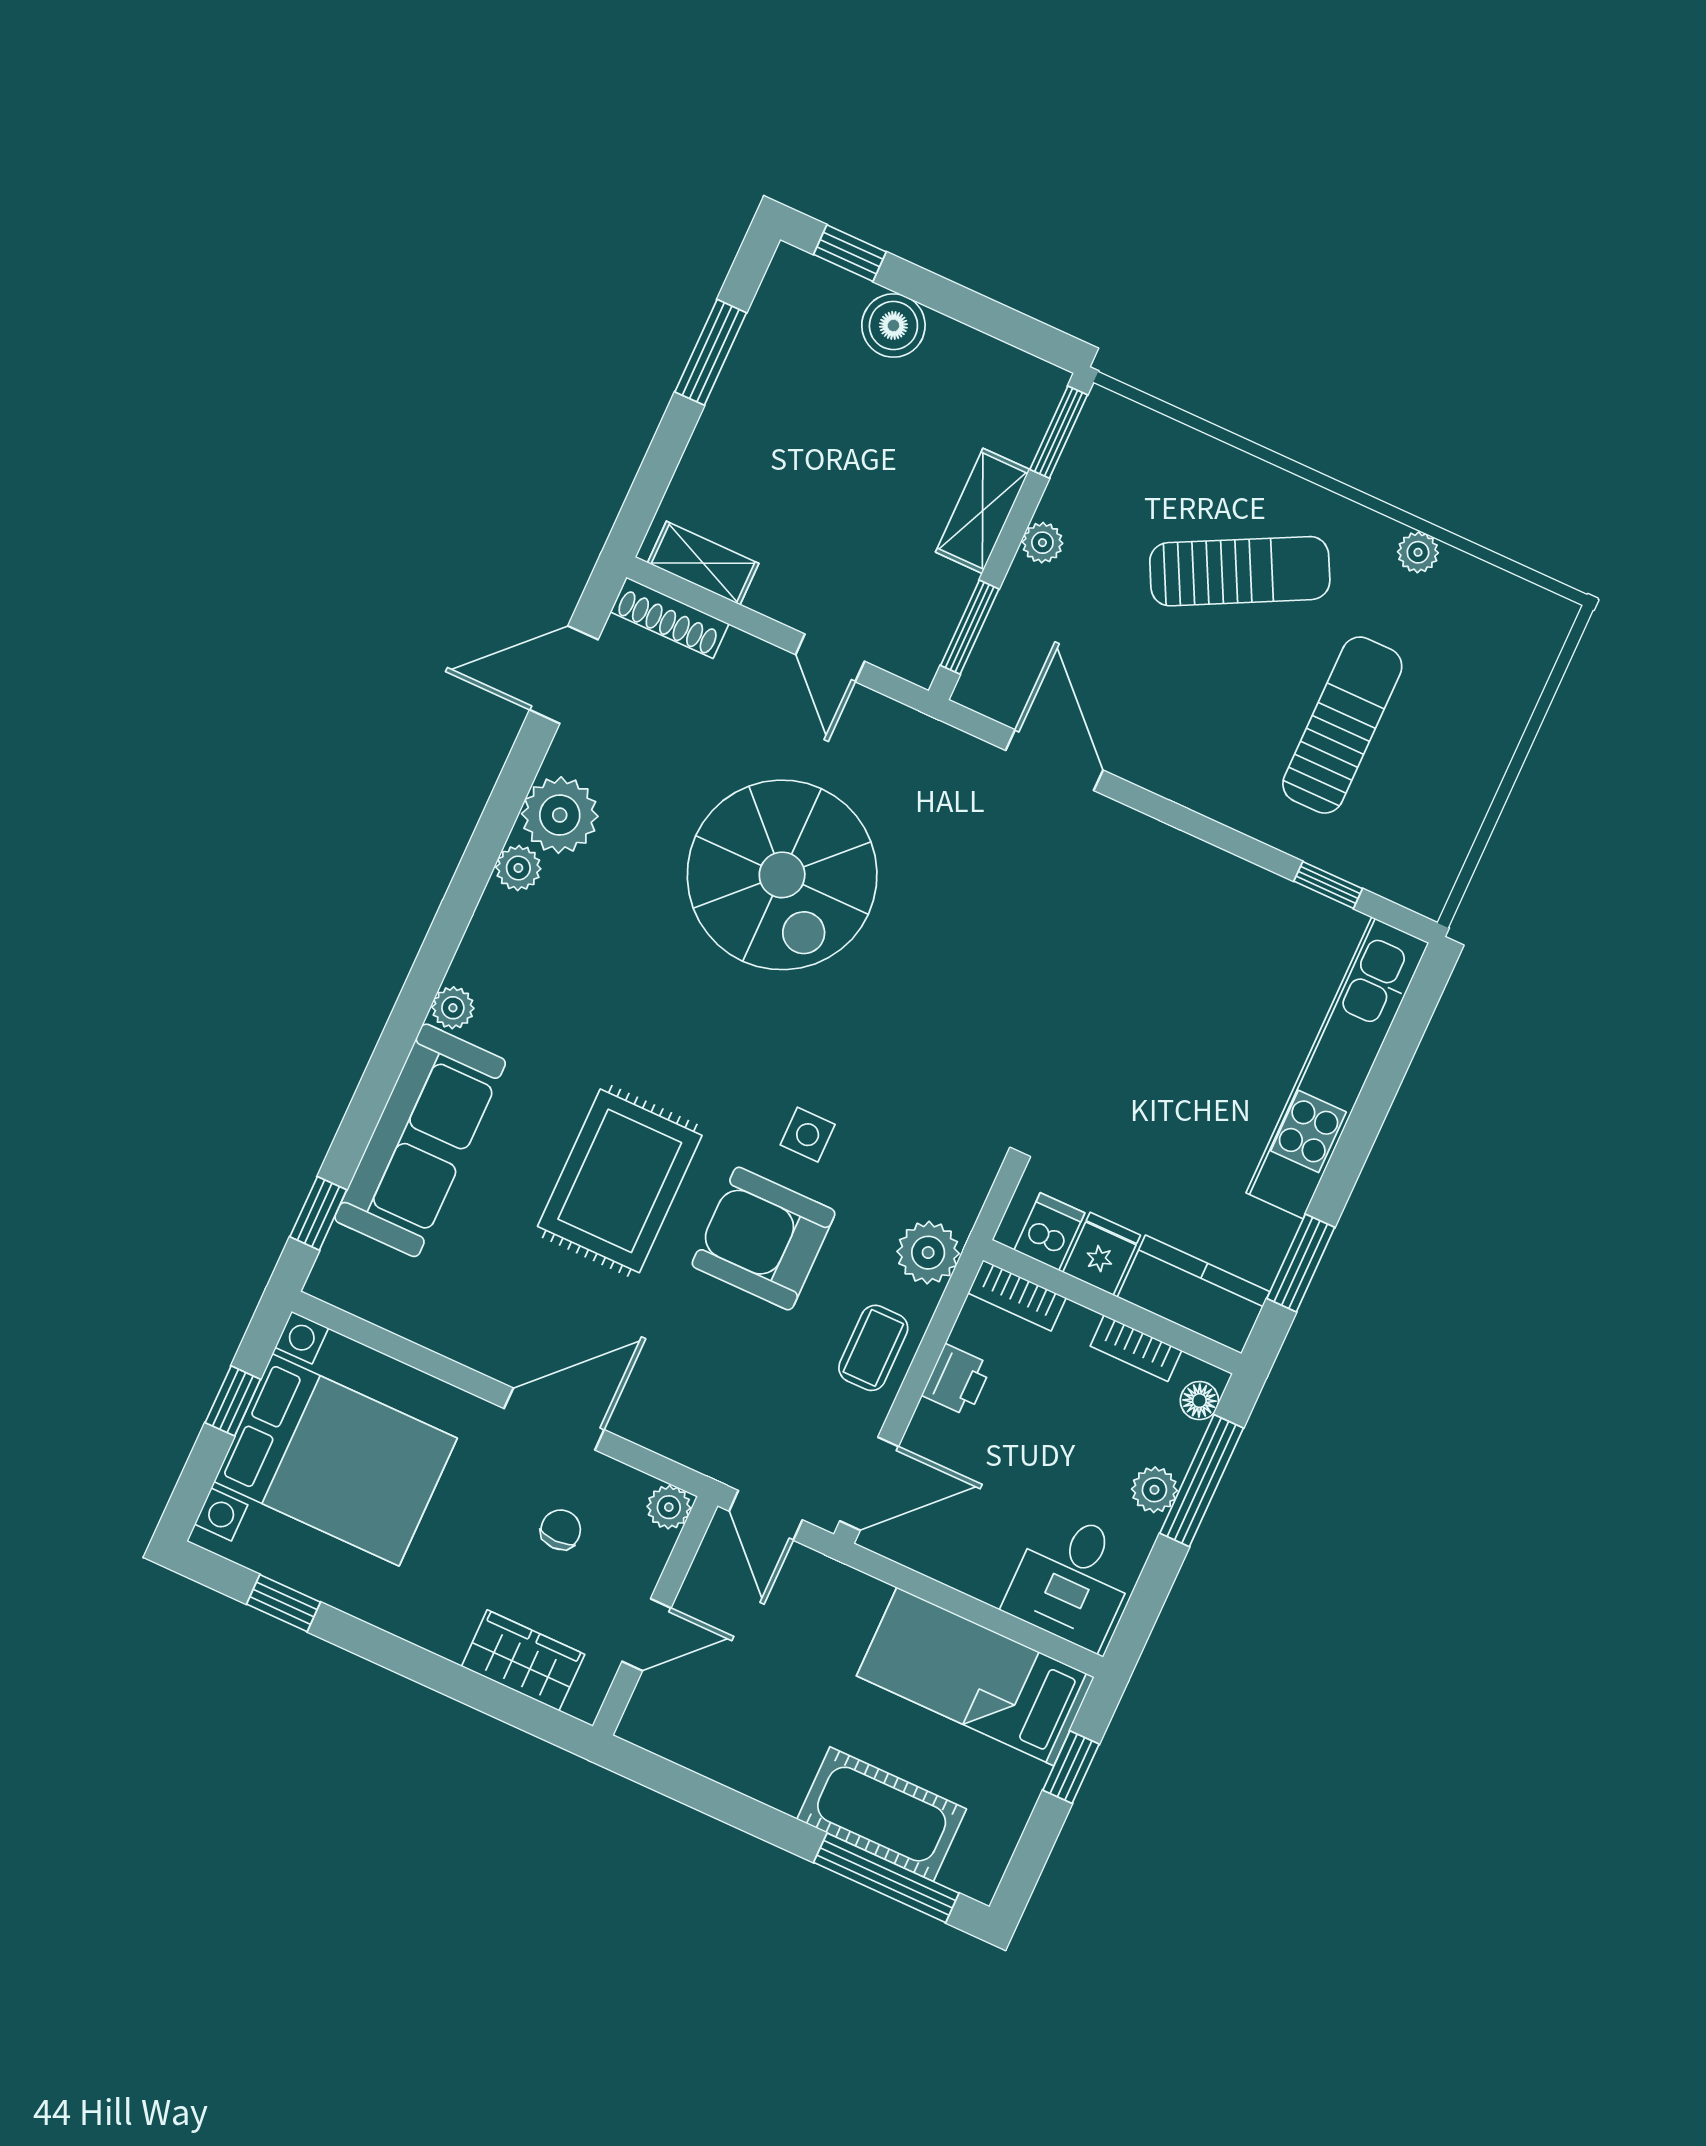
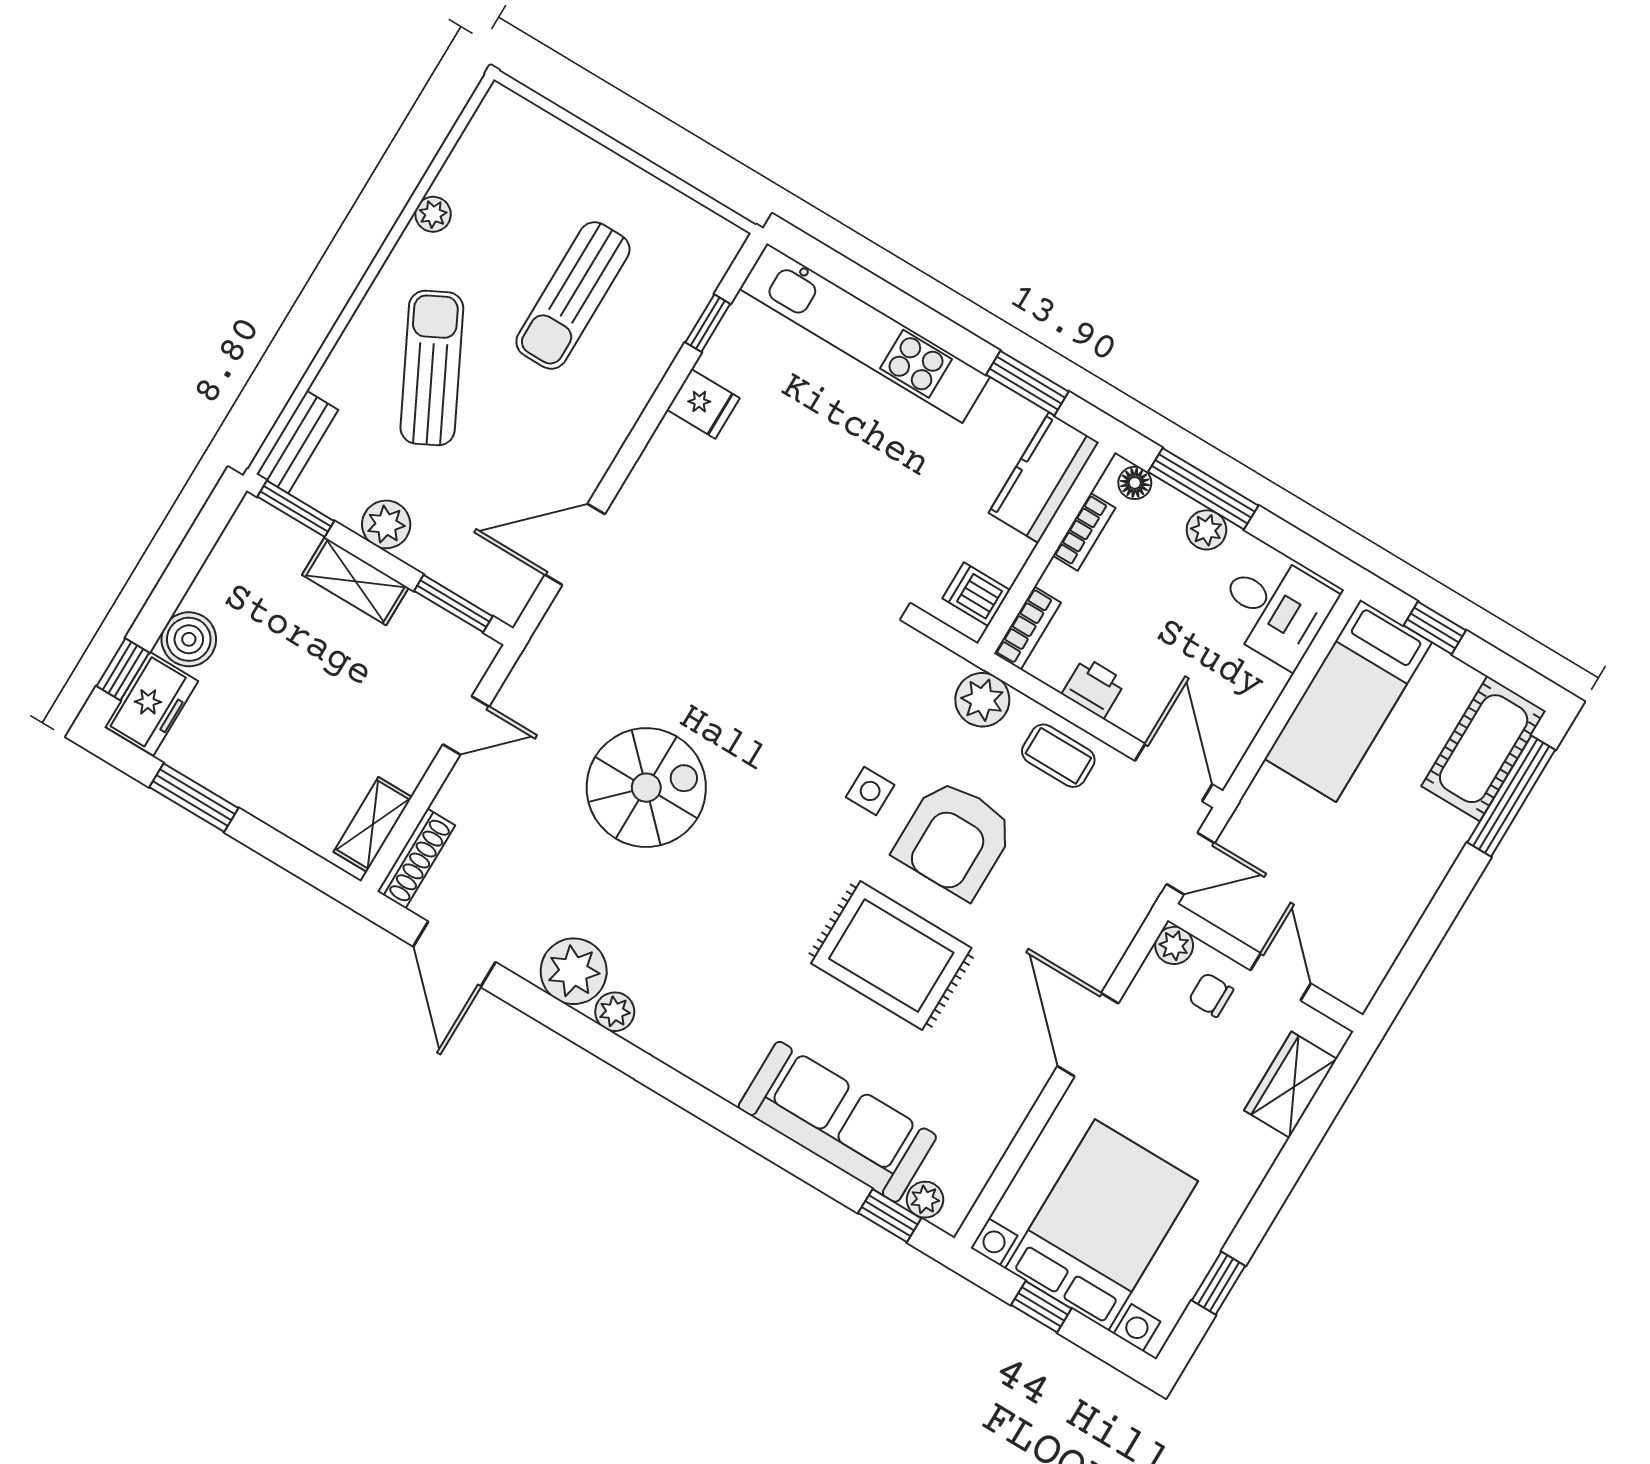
freezer: (814, 291) -> (151, 704), added
bench: (1136, 425) -> (297, 442), added
plant: (1042, 543) -> (386, 524), width x1.38, depth x1.38
sun lounger: (1342, 725) -> (573, 296), turned -90
spiral stairs: (782, 875) -> (646, 788), width x0.73, depth x0.73
plant: (453, 1008) -> (925, 1200), moved
fridge: (1102, 1254) -> (703, 404), moved, turned 180
chair: (561, 1530) -> (1211, 995), moved
cot: (882, 1814) -> (1484, 749), moved

